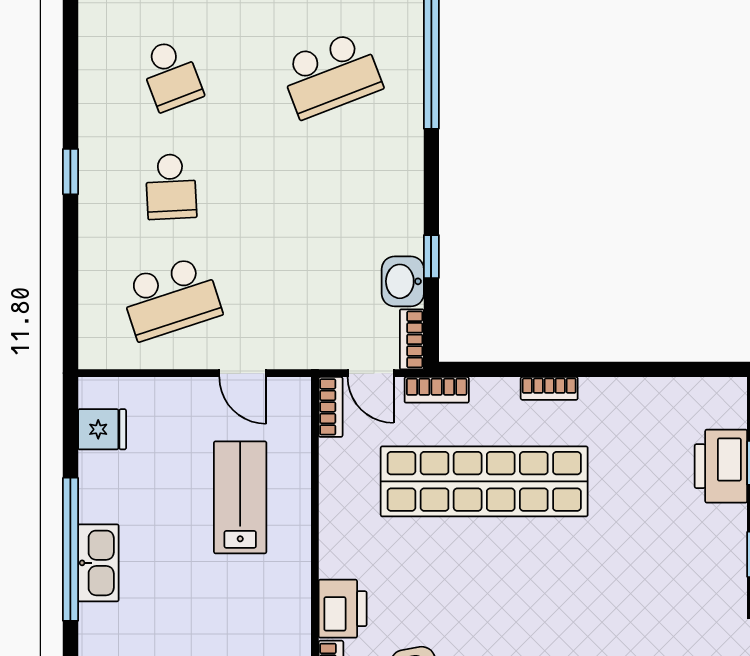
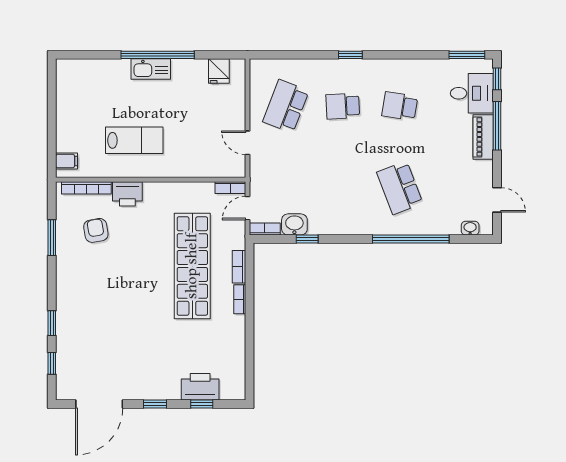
school desk: (171, 75) -> (400, 106), turned 30
school desk: (171, 298) -> (286, 106), turned 39
door: (243, 373) -> (248, 143), hinge flipped
bookcase: (437, 390) -> (239, 267), moved
lab bench: (240, 497) -> (134, 140), moved

